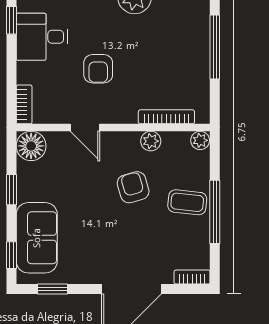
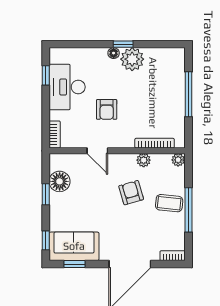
desk: (42, 37) -> (67, 87), width x1.37
floor lamp: (31, 146) -> (60, 181), moved
sofa: (37, 238) -> (74, 246), moved, turned -90

